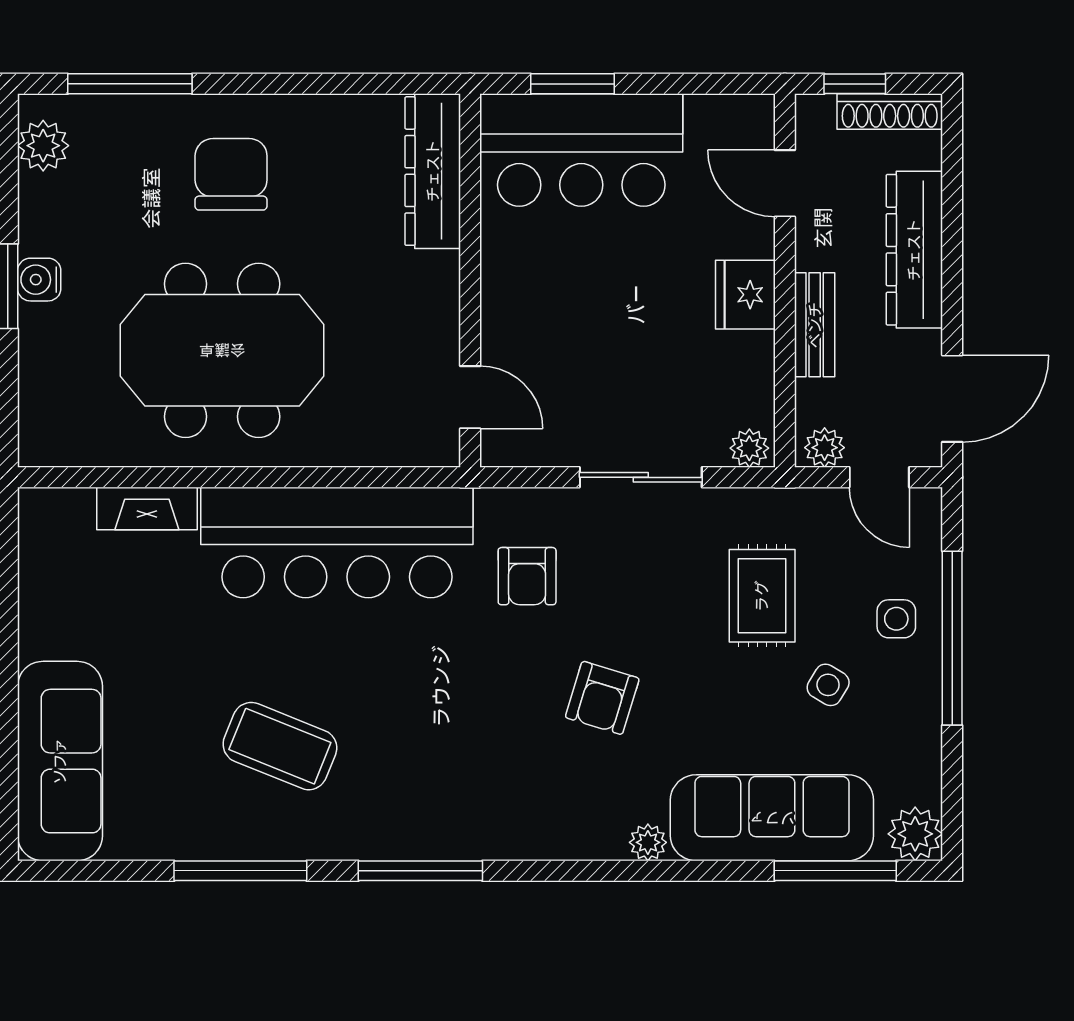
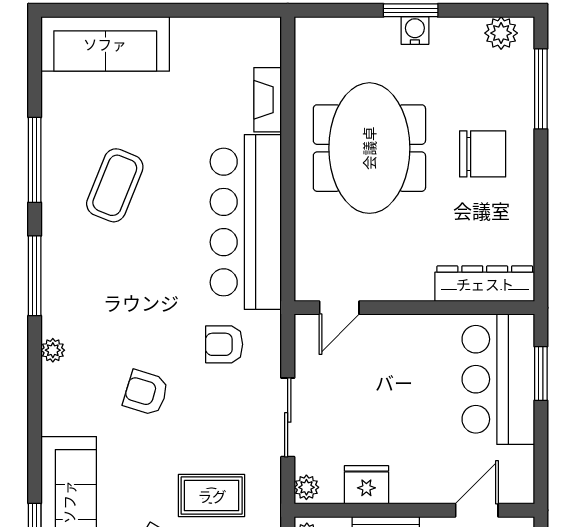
fridge: (745, 295) -> (366, 485), moved
plant: (648, 842) -> (53, 350), moved

